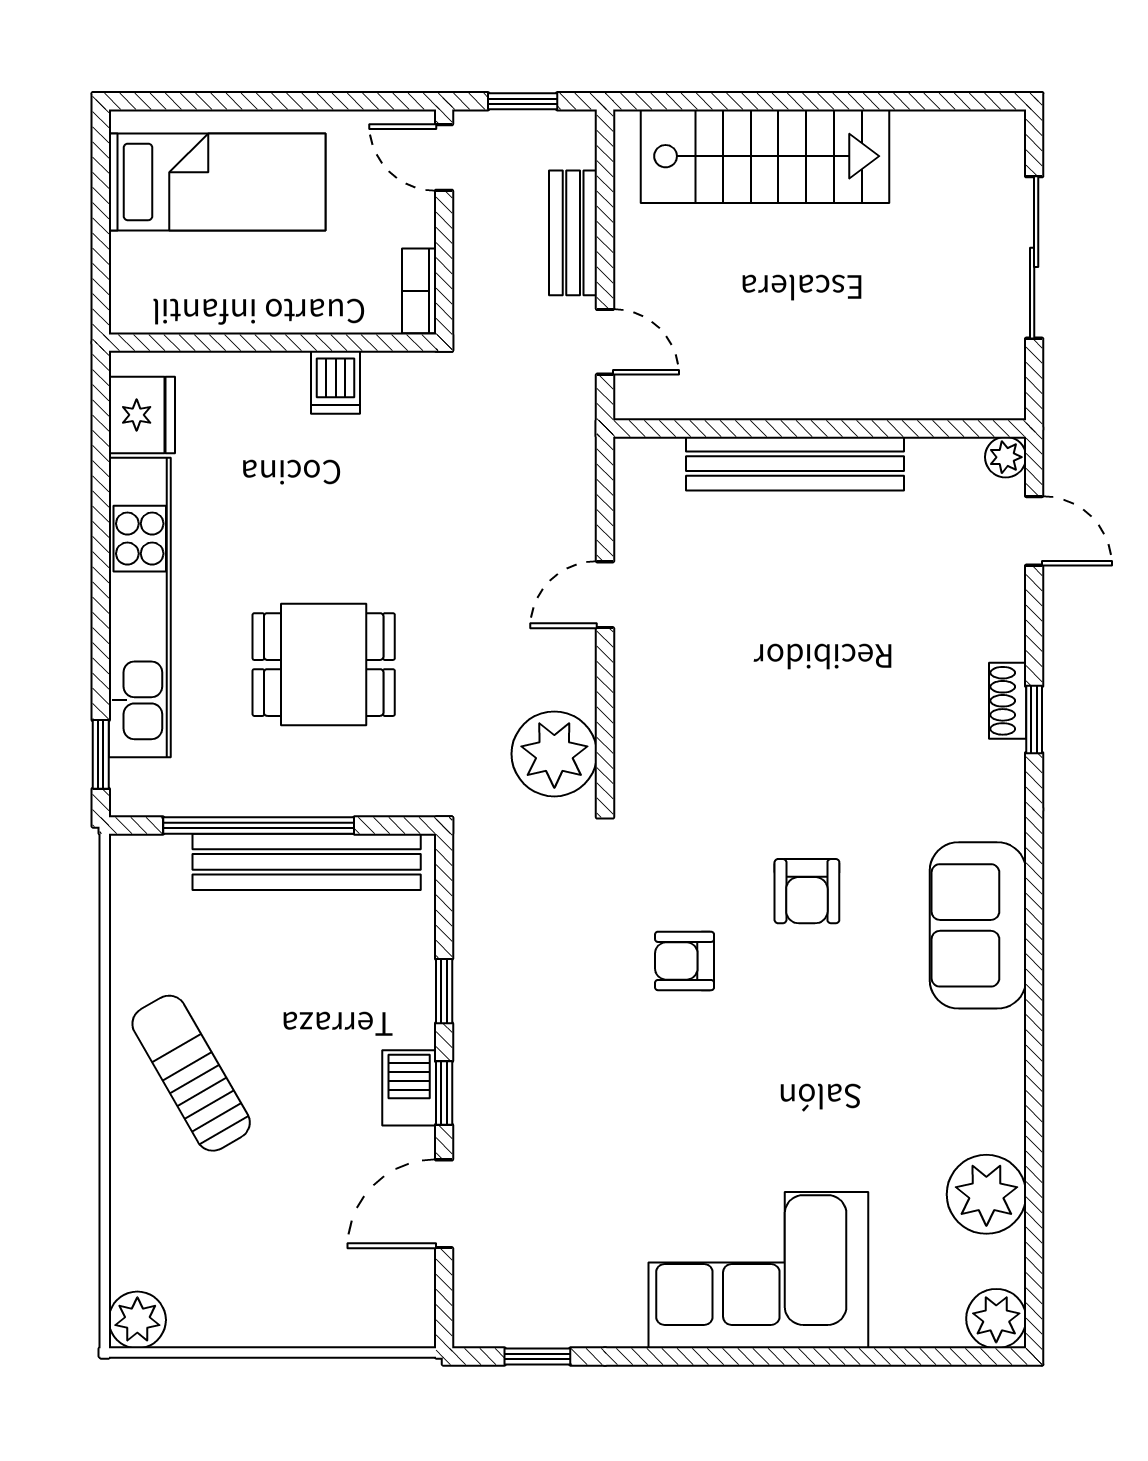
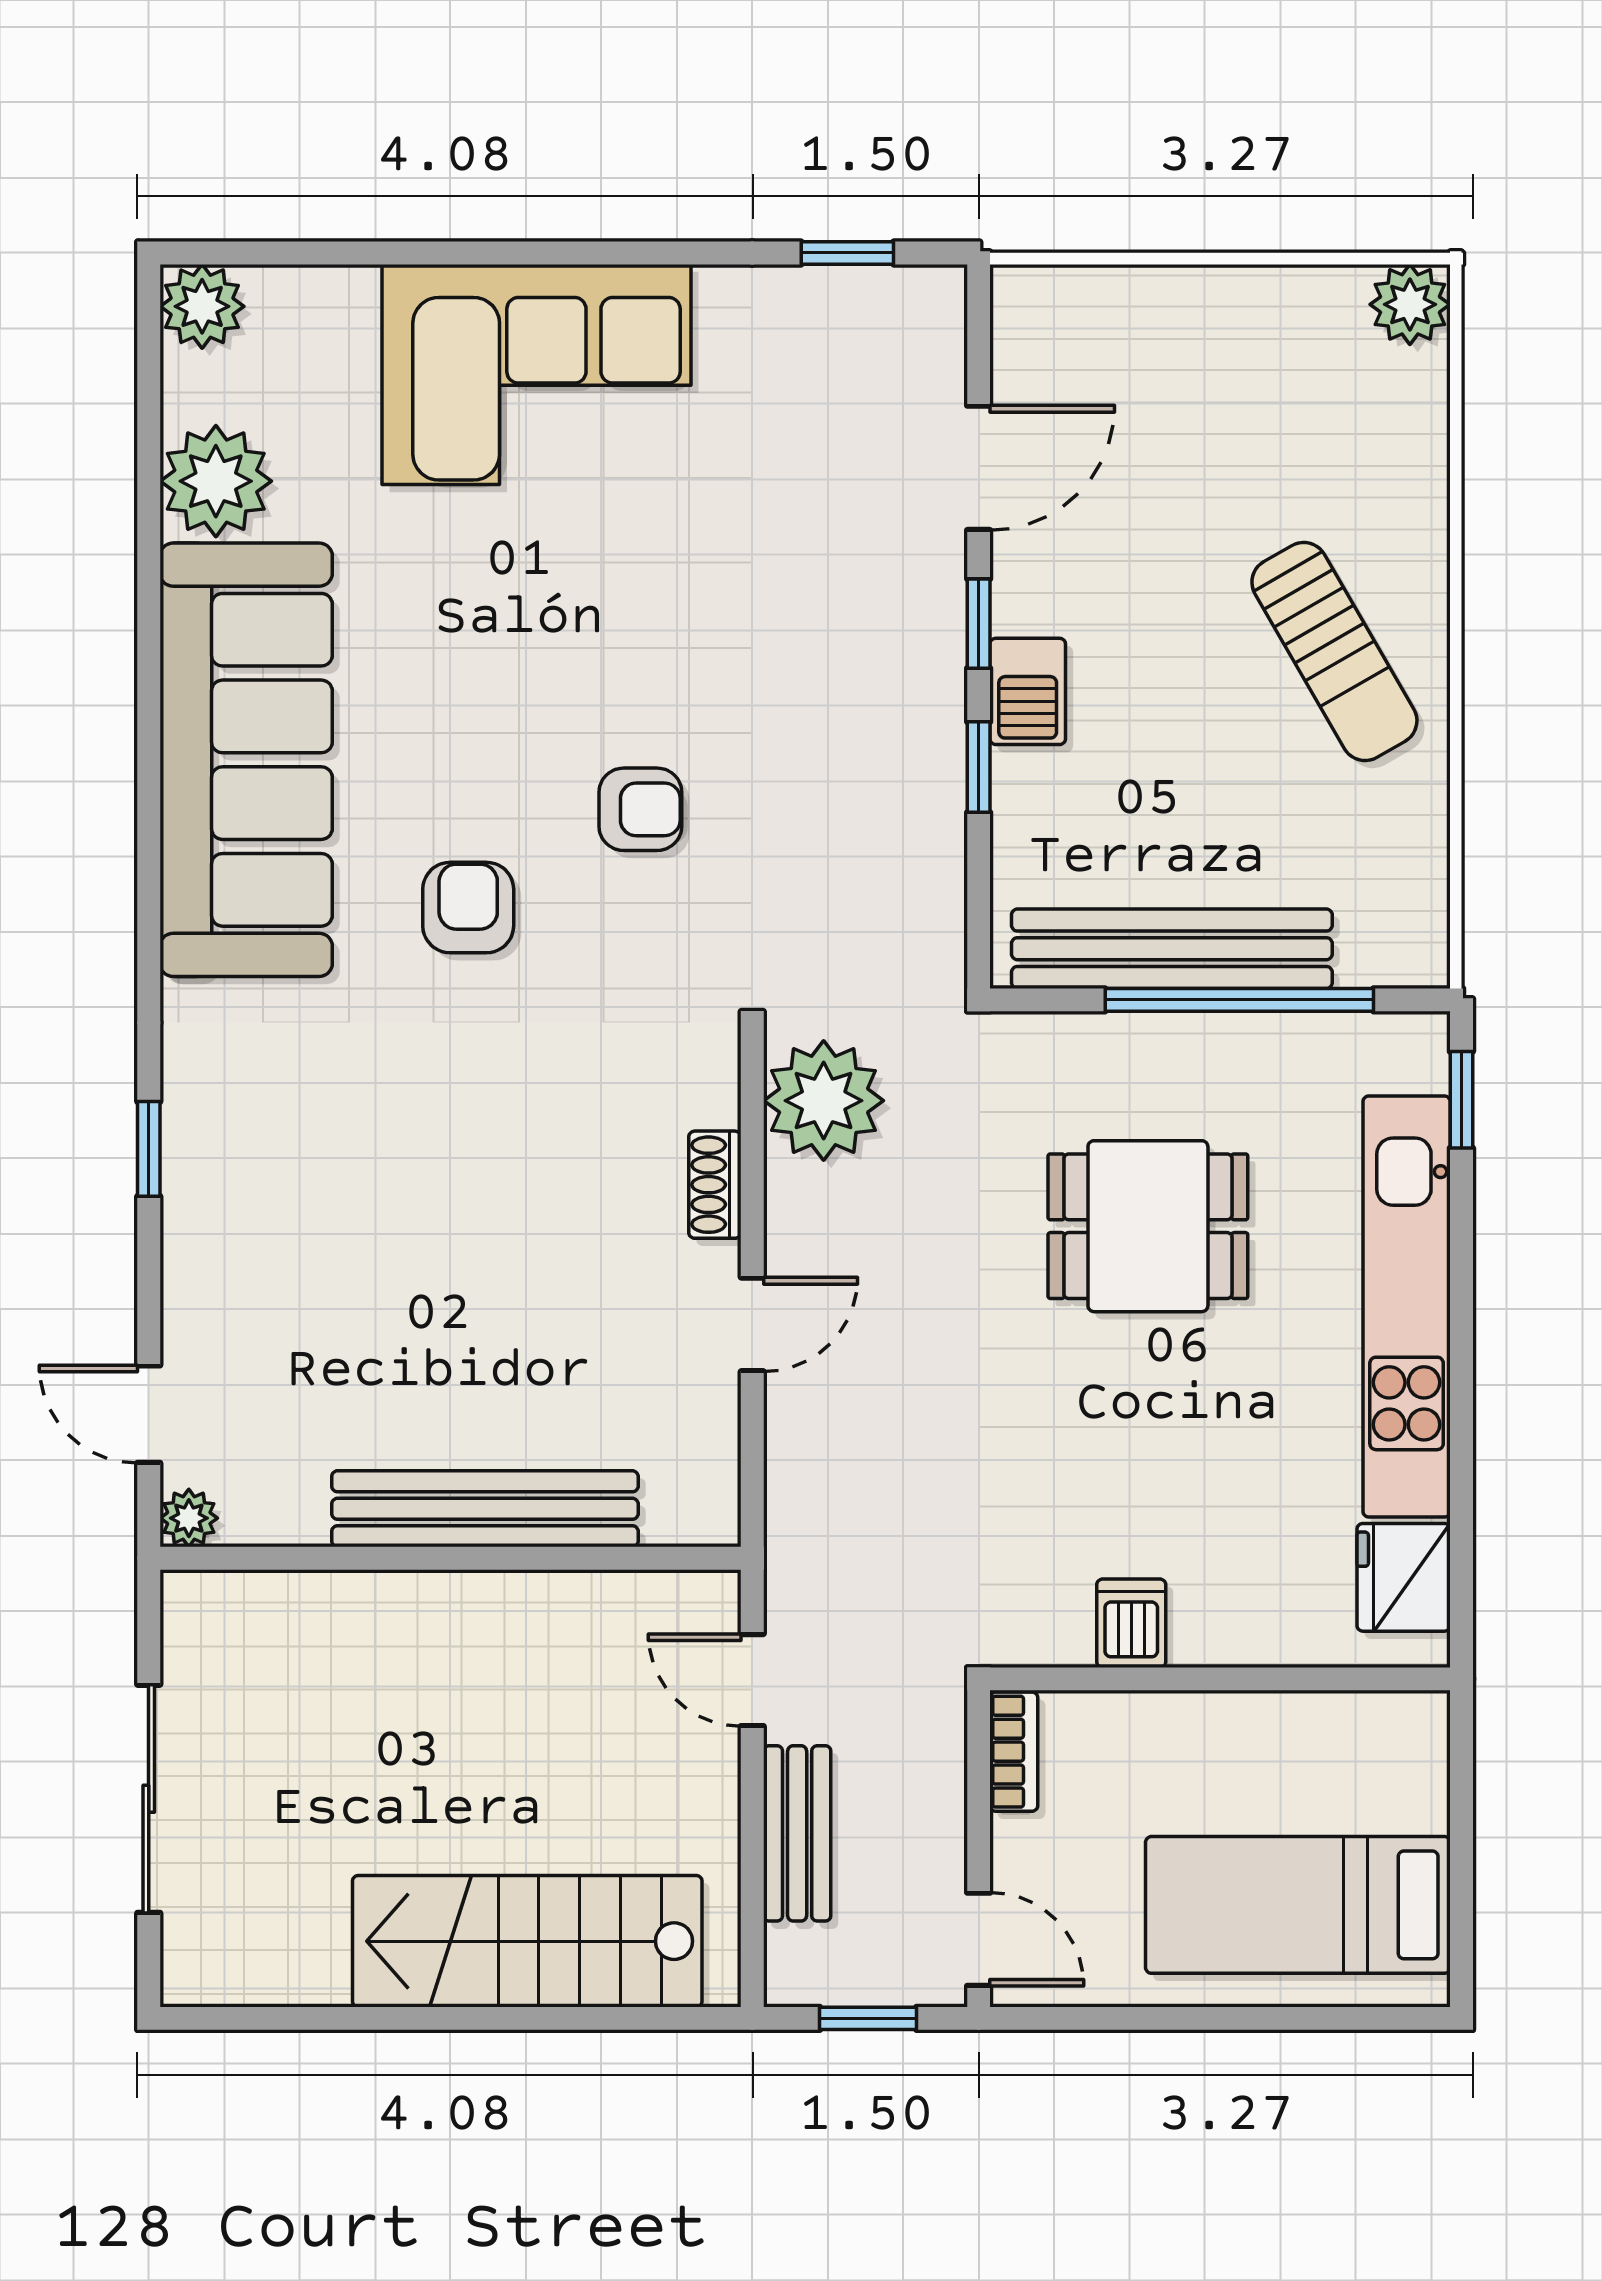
shoe rack: (1008, 701) -> (715, 1185), moved, turned 180
sofa: (978, 925) -> (246, 760), width x1.85, depth x1.27
barbecue: (409, 1088) -> (1028, 691), moved

